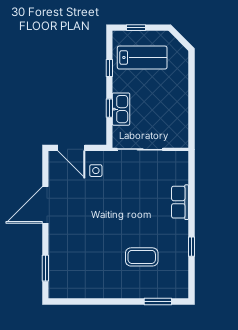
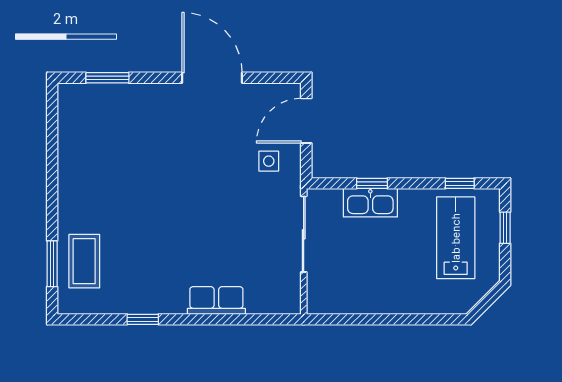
lab bench: (142, 58) -> (456, 238), turned 180
window: (109, 68) -> (460, 183), moved
coffee table: (142, 257) -> (84, 261), moved

